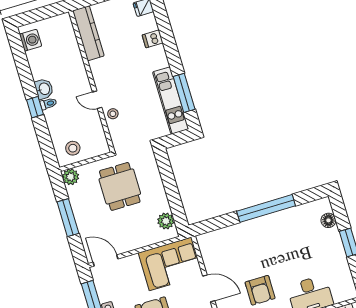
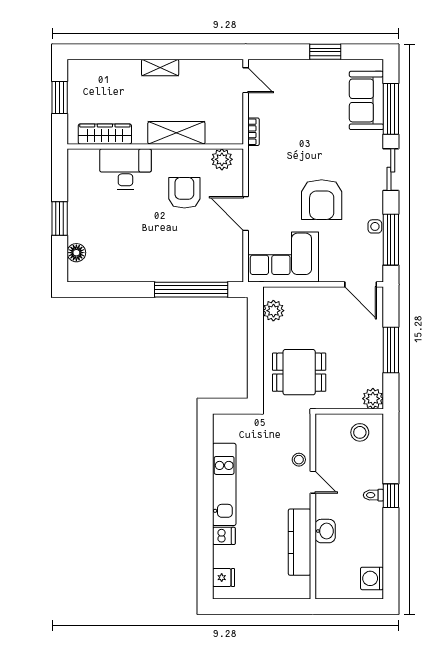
kitchen counter: (88, 33) -> (300, 542), moved
washbasin: (44, 89) -> (325, 531), moved, turned 180
window: (184, 93) -> (205, 459), removed
kitchen unit: (171, 101) -> (224, 484), moved
dining table: (120, 186) -> (299, 372), moved, turned 90
window: (266, 208) -> (191, 290), moved

